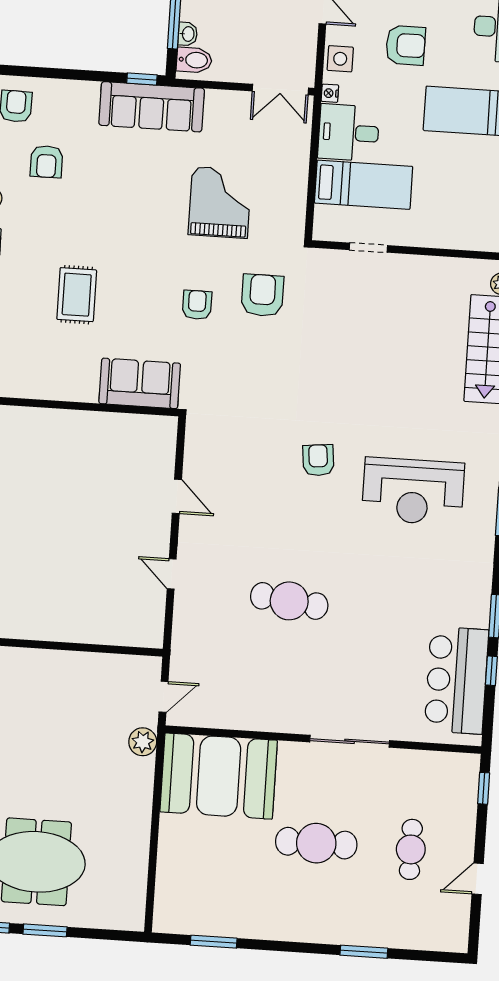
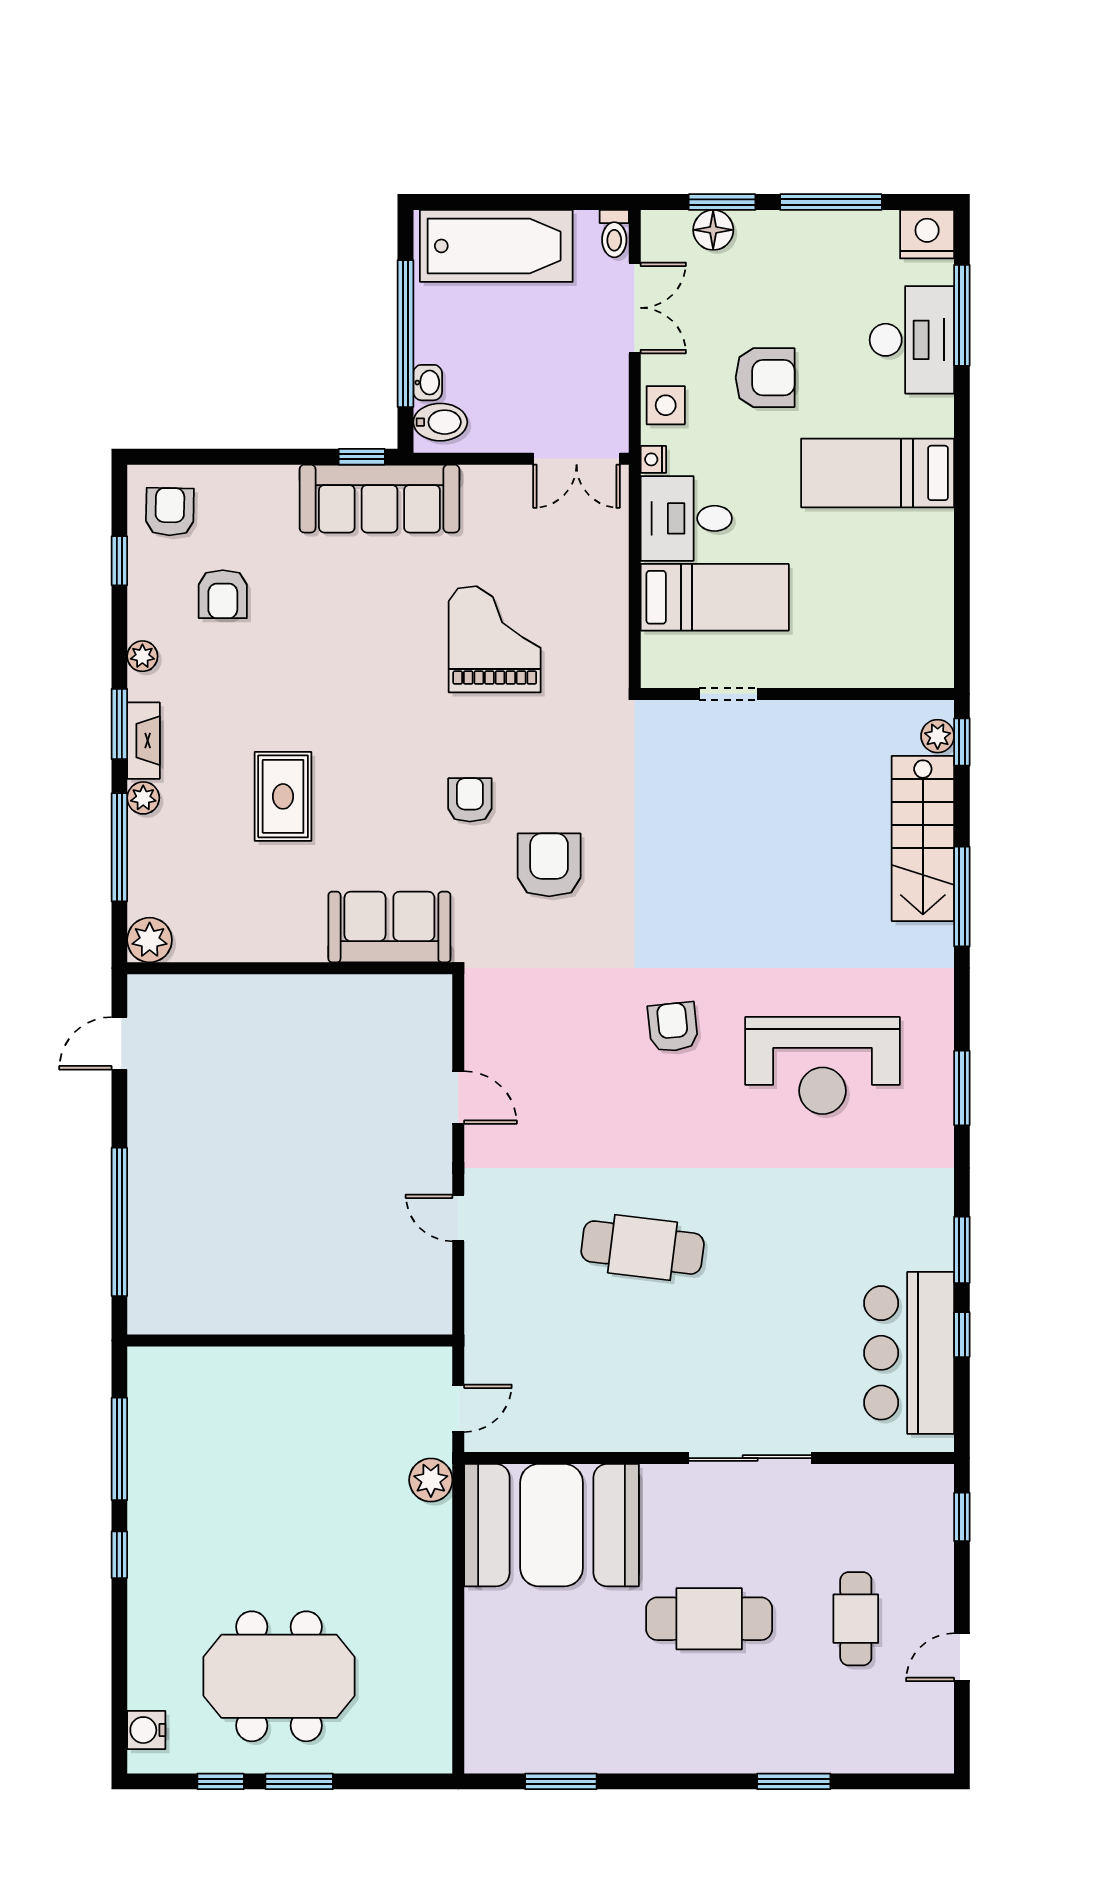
armchair: (262, 295) -> (549, 865), moved

